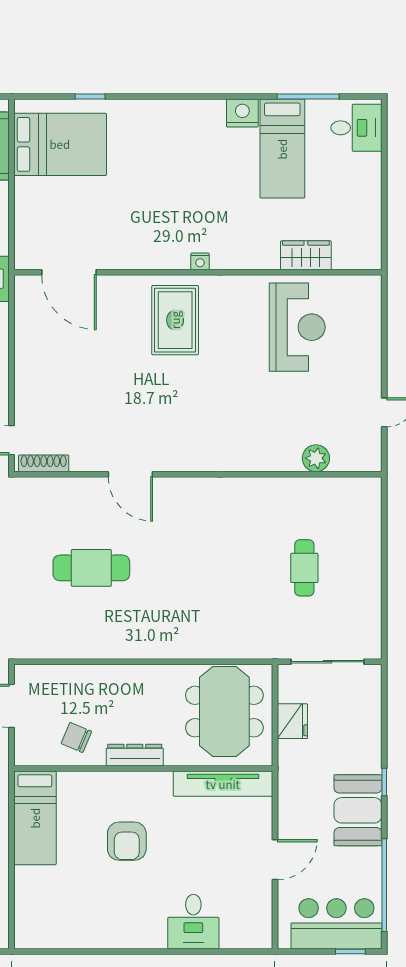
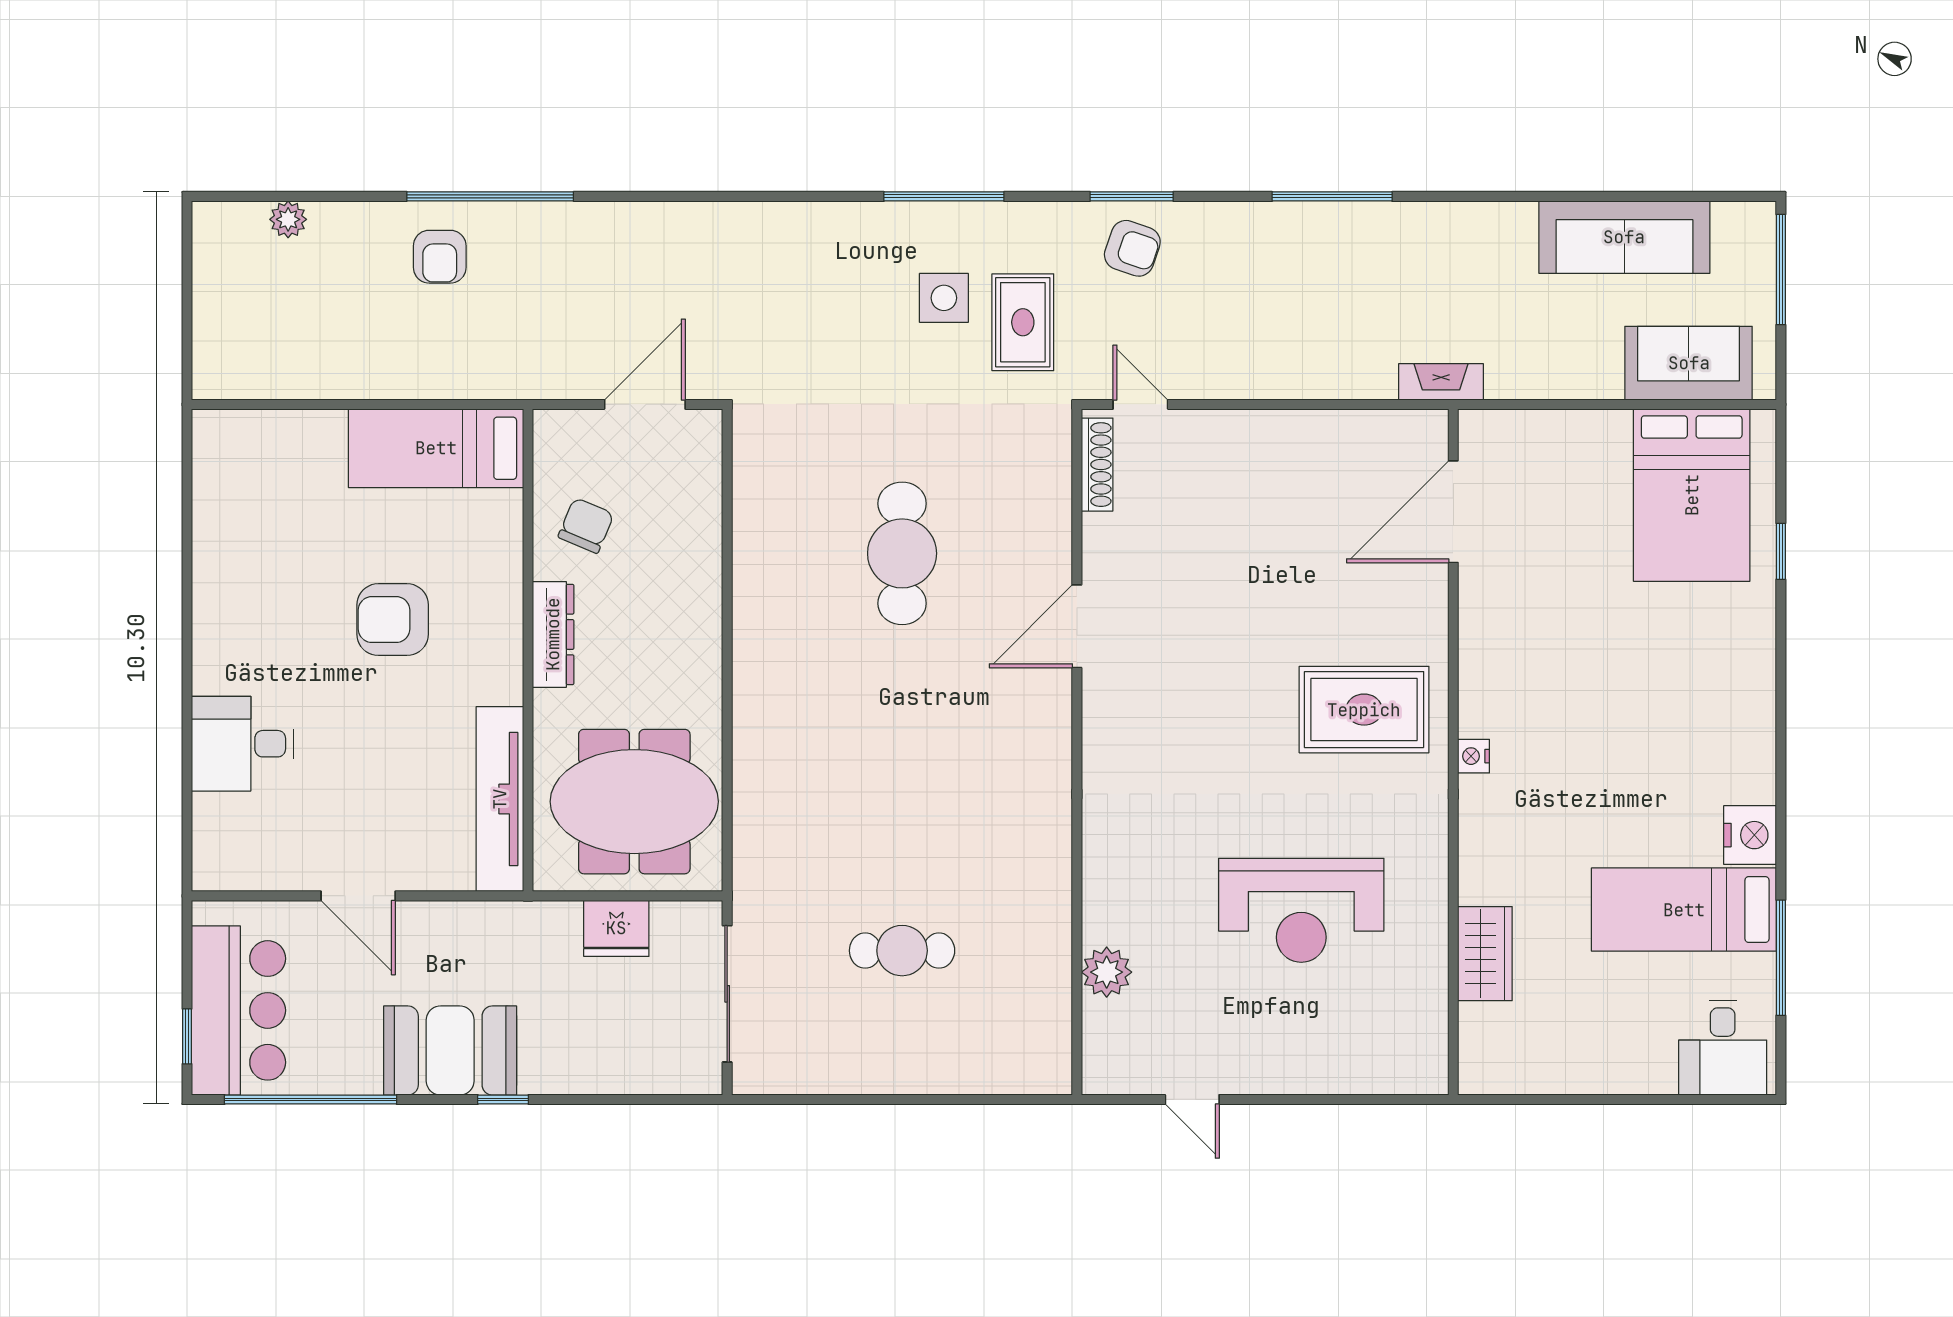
reception desk: (297, 327) -> (1301, 910), moved

